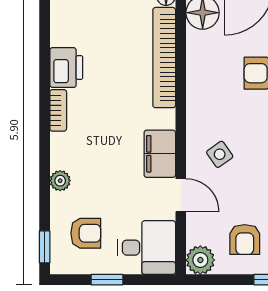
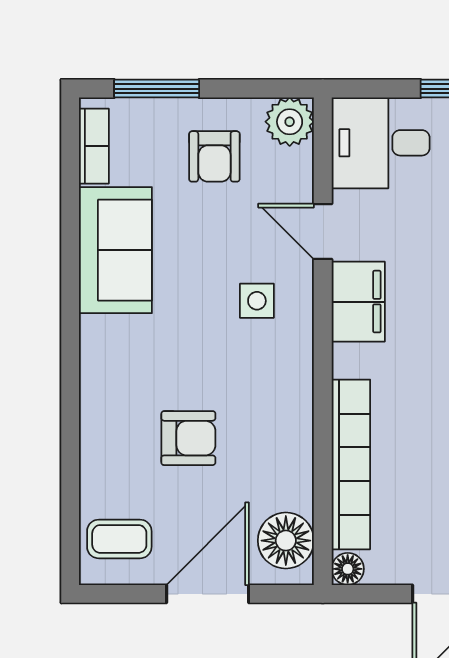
side table: (220, 154) -> (257, 301), turned 35
armchair: (245, 240) -> (214, 156), turned 180

